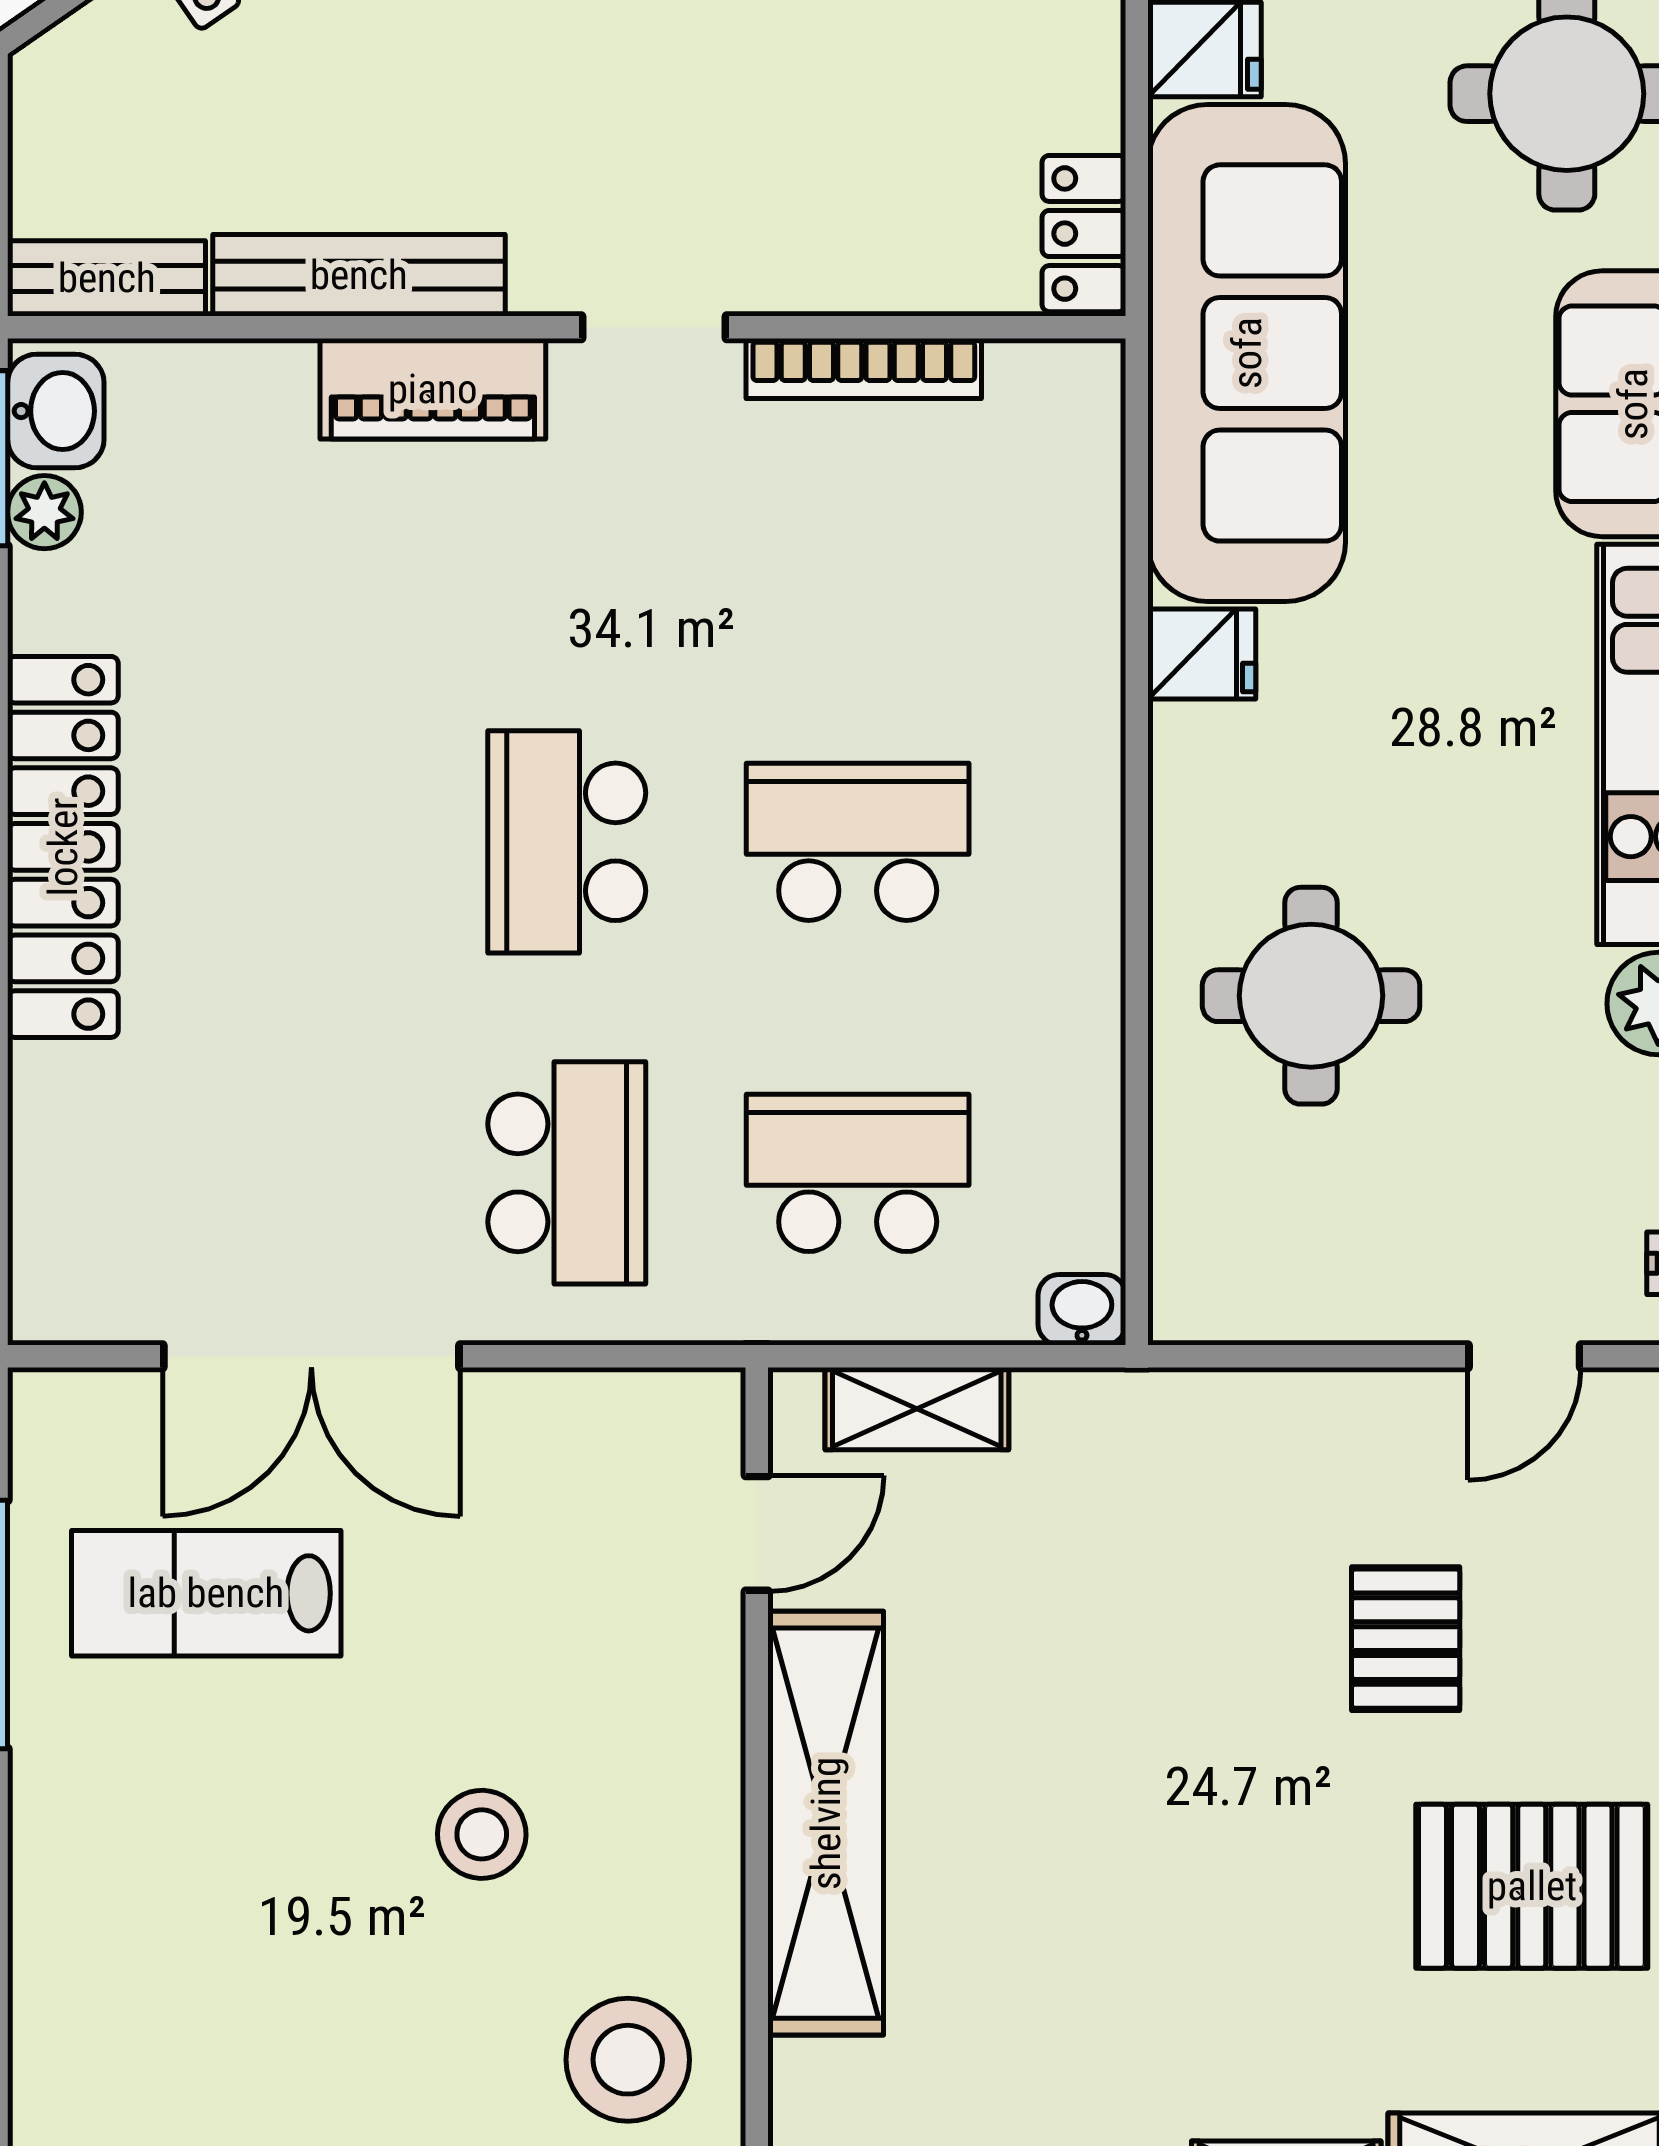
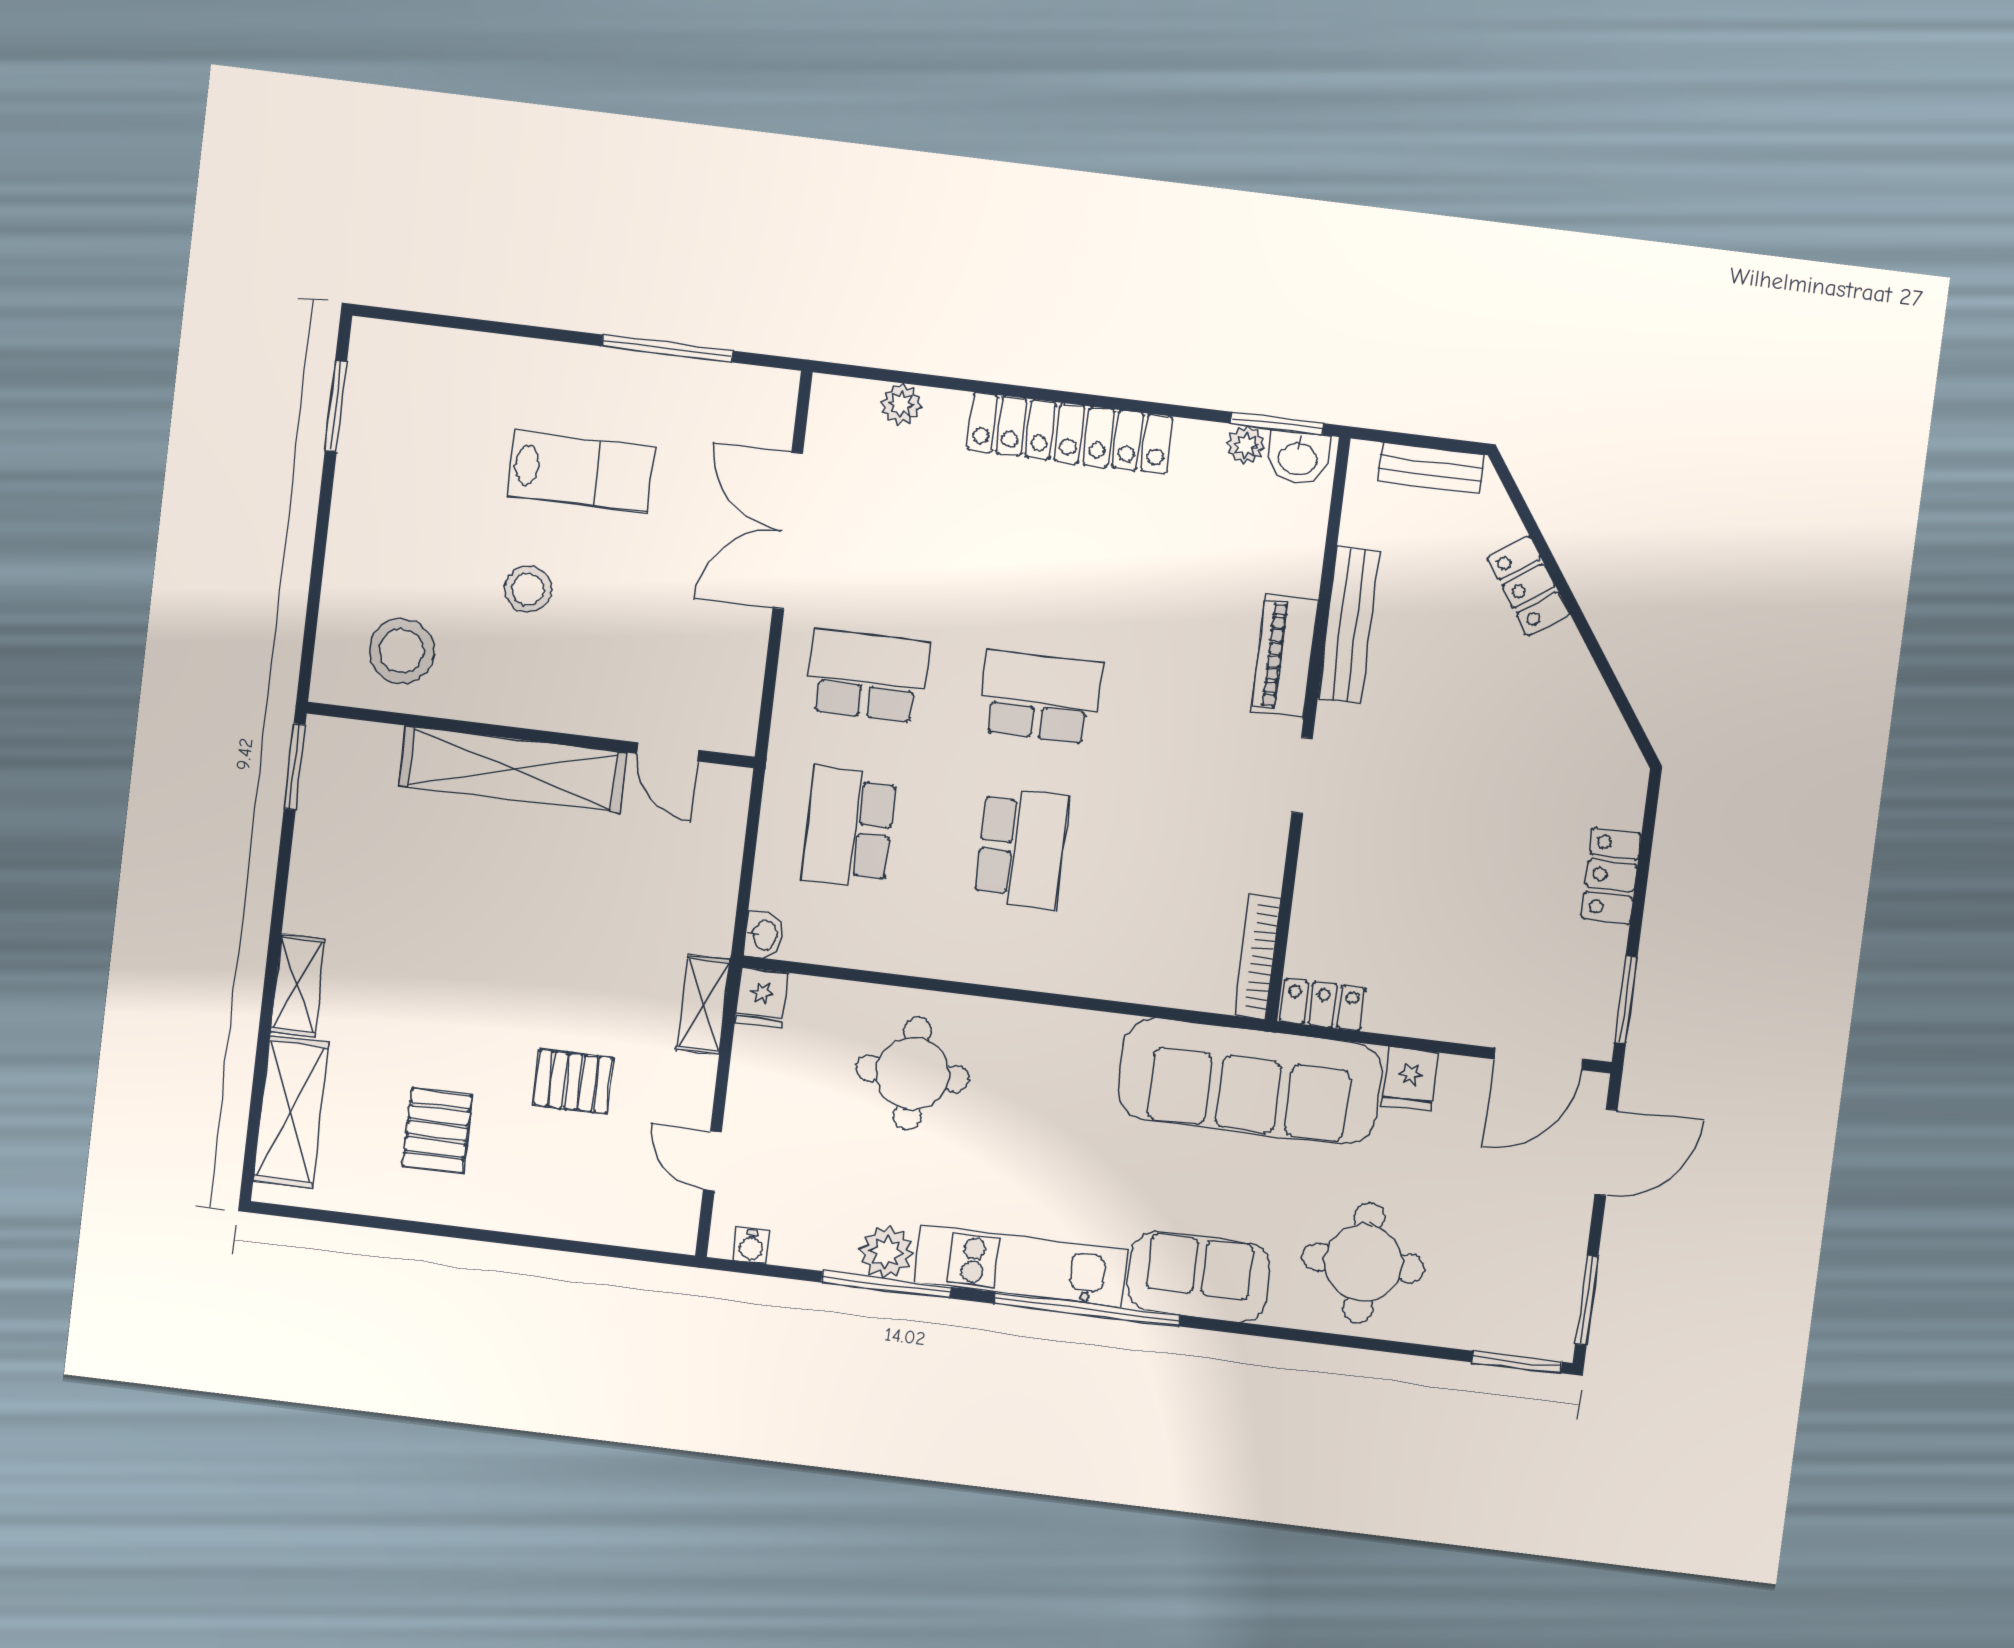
bench: (107, 278) -> (1431, 468), moved, turned 90
bookcase: (864, 369) -> (1257, 957), moved
fridge: (1202, 654) -> (761, 998), moved
plant: (47, 1171) -> (901, 404), added
school desk: (567, 1173) -> (867, 676), turned 180
school desk: (858, 1173) -> (849, 827), turned 180
shelving: (917, 1409) -> (703, 1005), moved
lab bench: (206, 1593) -> (581, 471), moved, turned 90
pallet: (1532, 1886) -> (437, 1131), width x0.67, depth x0.71

